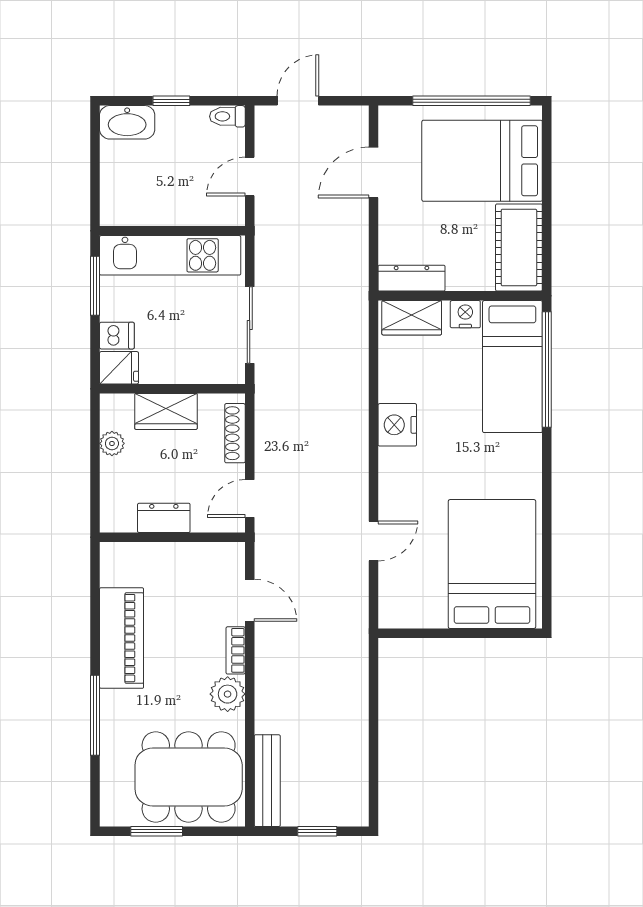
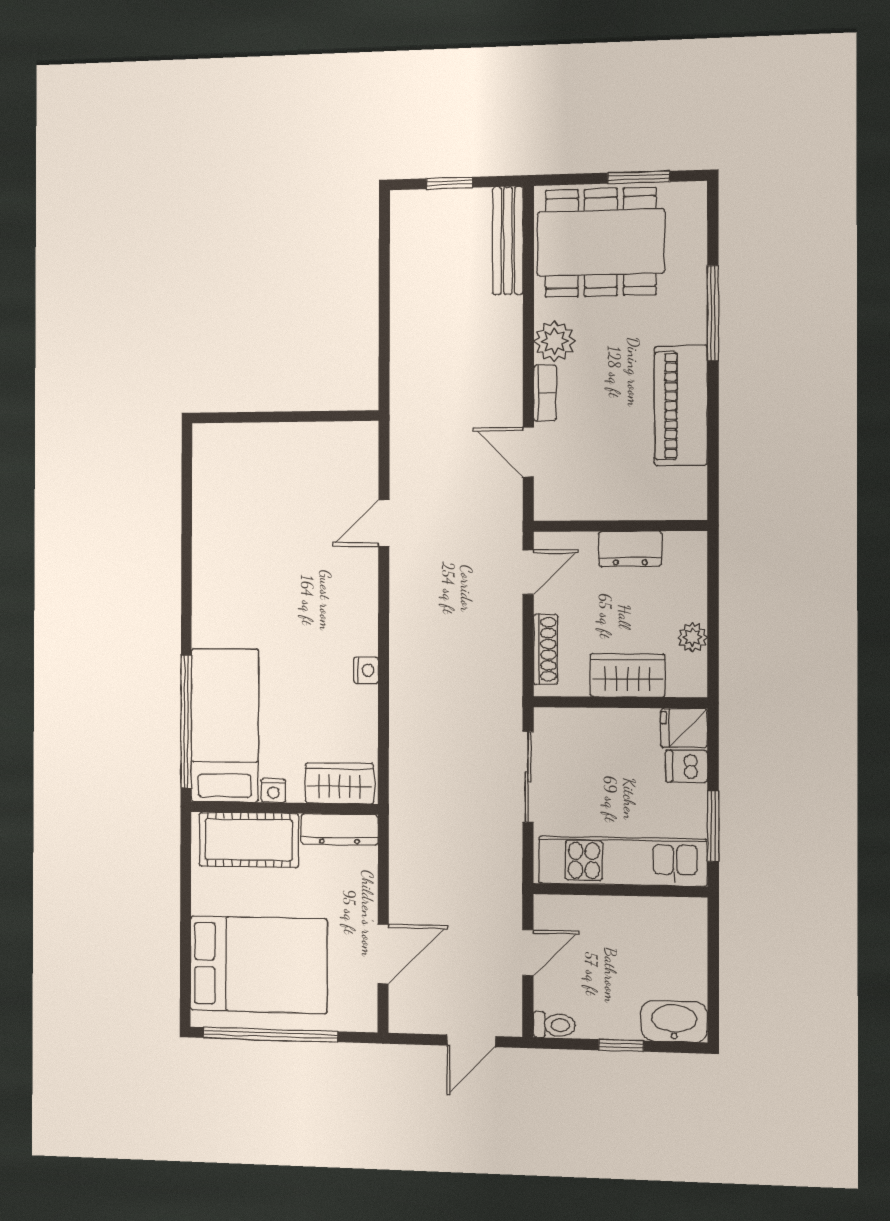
cot: (519, 247) -> (249, 840), moved, turned 90
nightstand: (465, 314) -> (273, 791), width x0.72, depth x0.74
nightstand: (397, 425) -> (366, 670), width x0.53, depth x0.56
bed: (492, 564) -> (249, 497), removed

